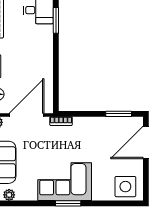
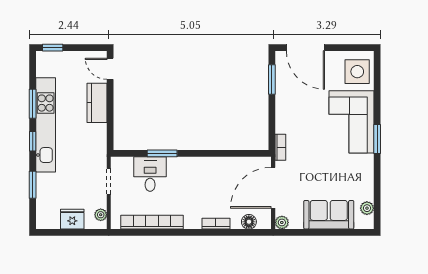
door: (27, 115) -> (273, 188), hinge flipped
corner sofa: (65, 182) -> (351, 122), moved

